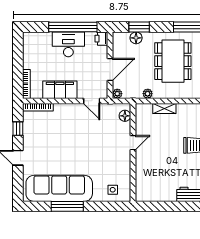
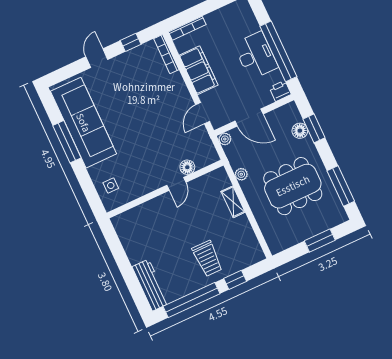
floor lamp: (125, 116) -> (187, 167), moved
door: (133, 143) -> (176, 184), hinge flipped

